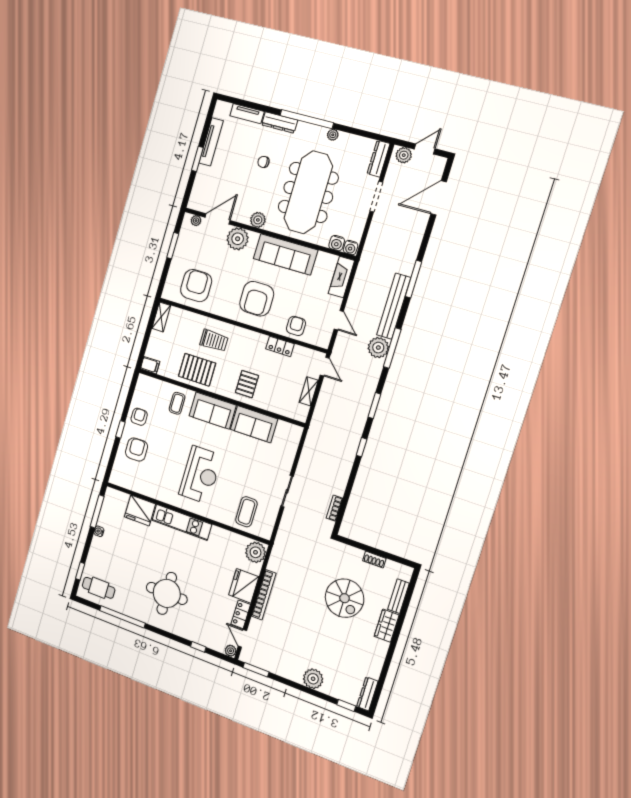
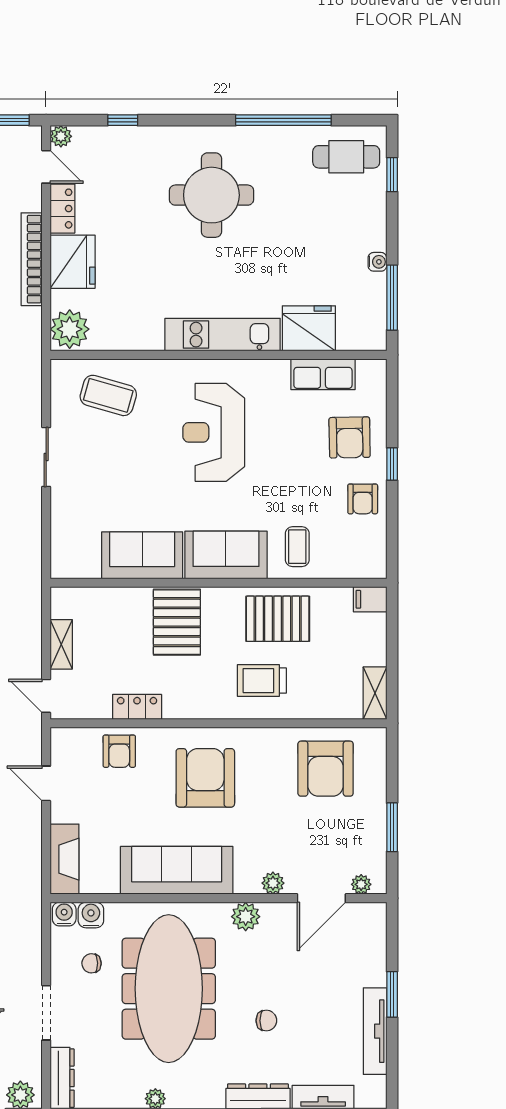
chair: (344, 217) -> (92, 963), added
plant: (238, 239) -> (273, 883), width x0.53, depth x0.53
pallet: (247, 384) -> (177, 622), width x1.50, depth x1.42
row of seats: (140, 485) -> (323, 374), added
coffee table: (246, 512) -> (108, 395), turned -74

